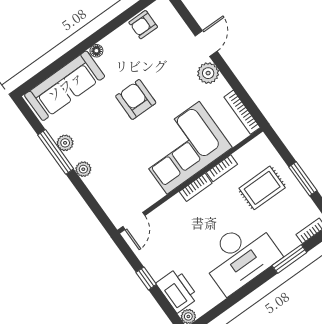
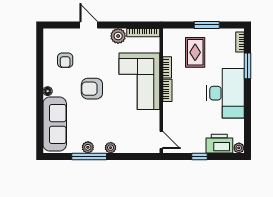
armchair: (143, 25) -> (65, 60), moved
plant: (208, 73) -> (118, 36), moved

